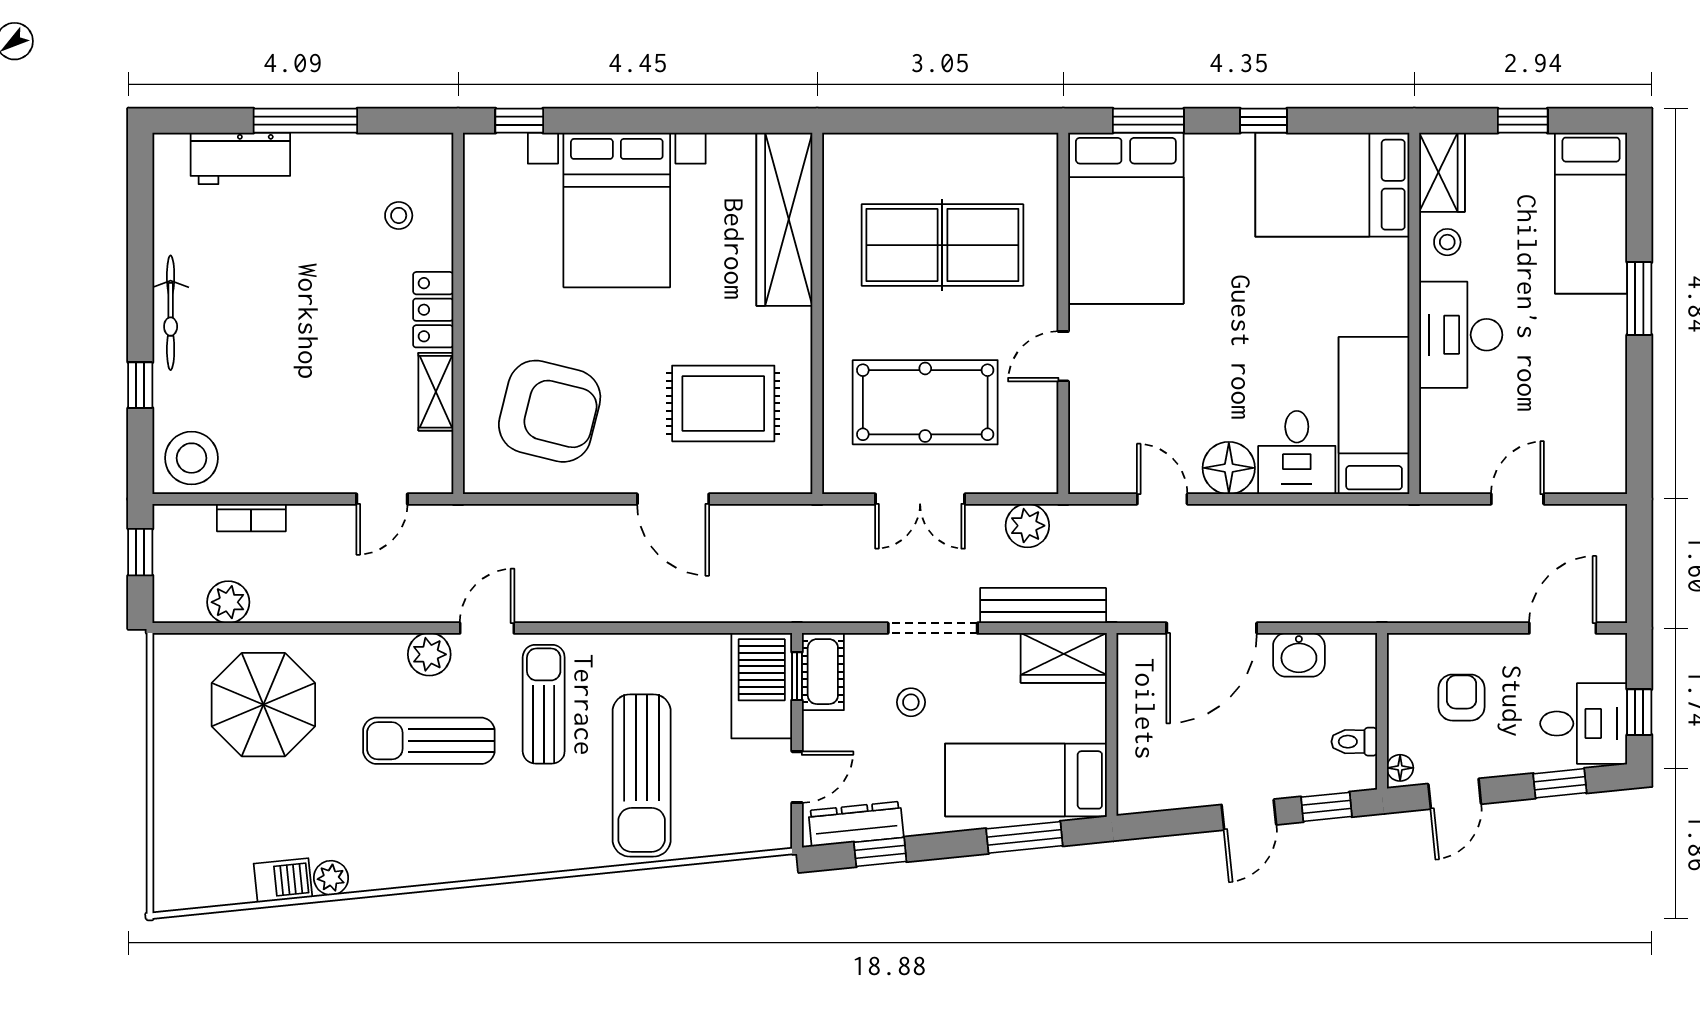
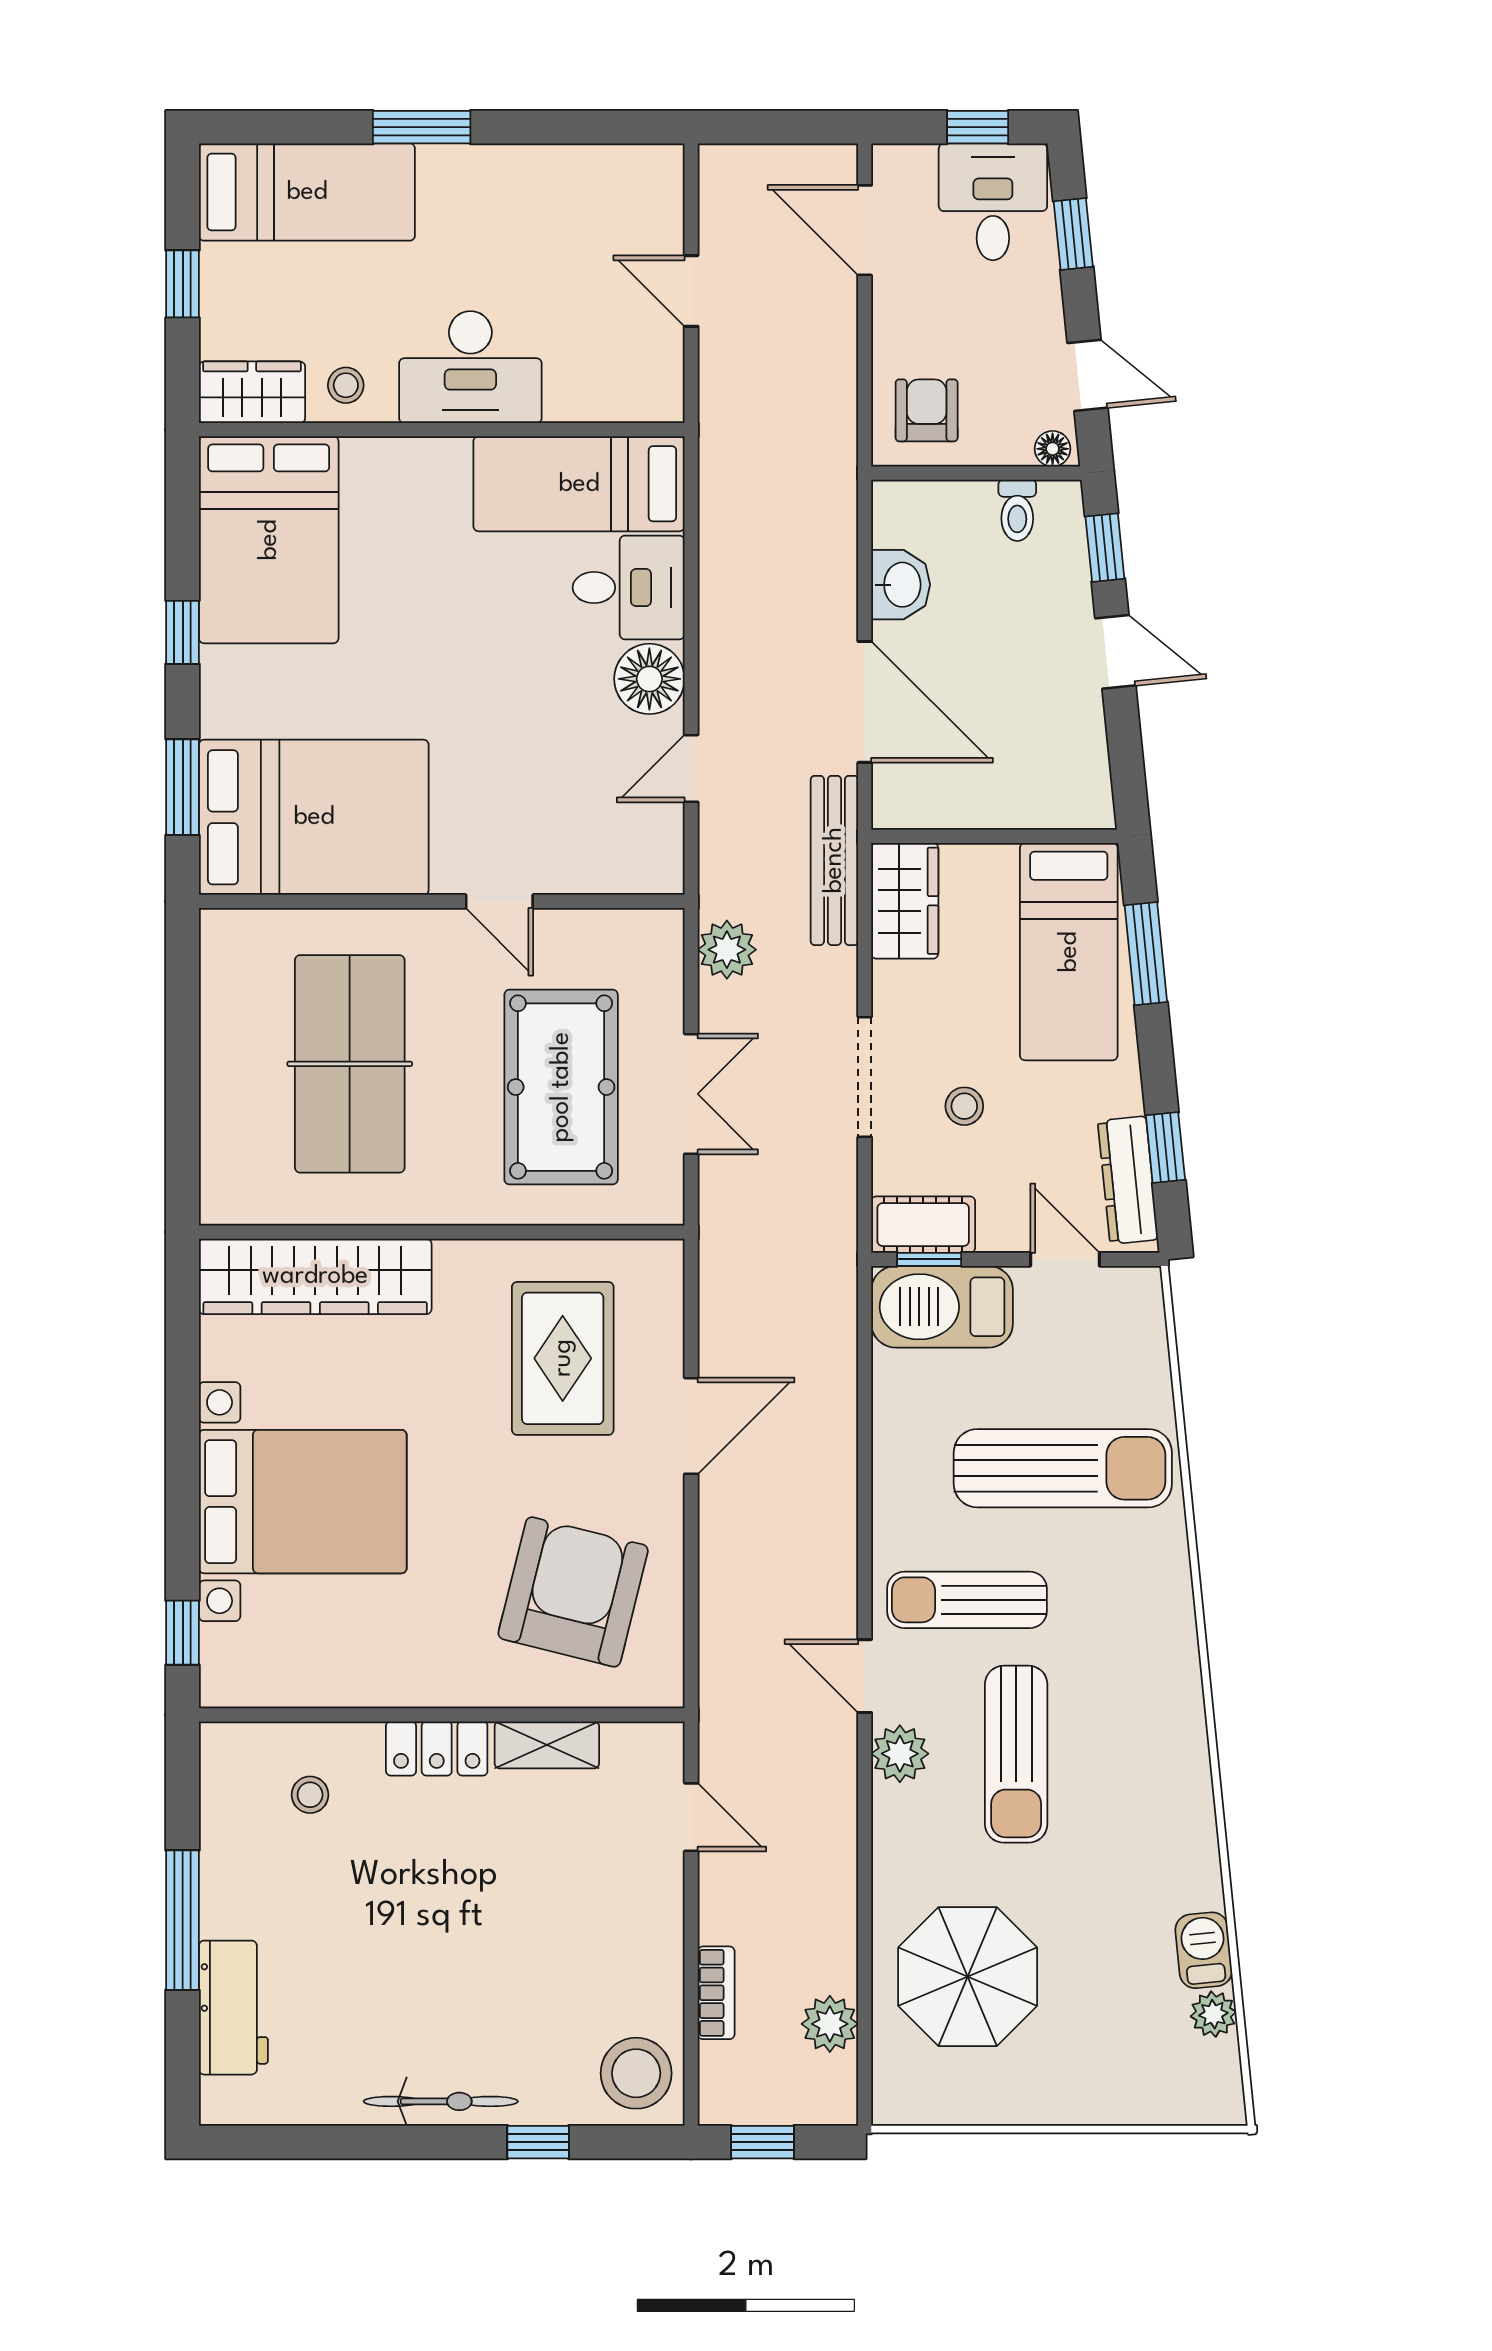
bench: (1043, 606) -> (834, 860), moved
armchair: (1462, 698) -> (927, 410), moved, turned 90
plant: (331, 878) -> (1213, 2014), moved

